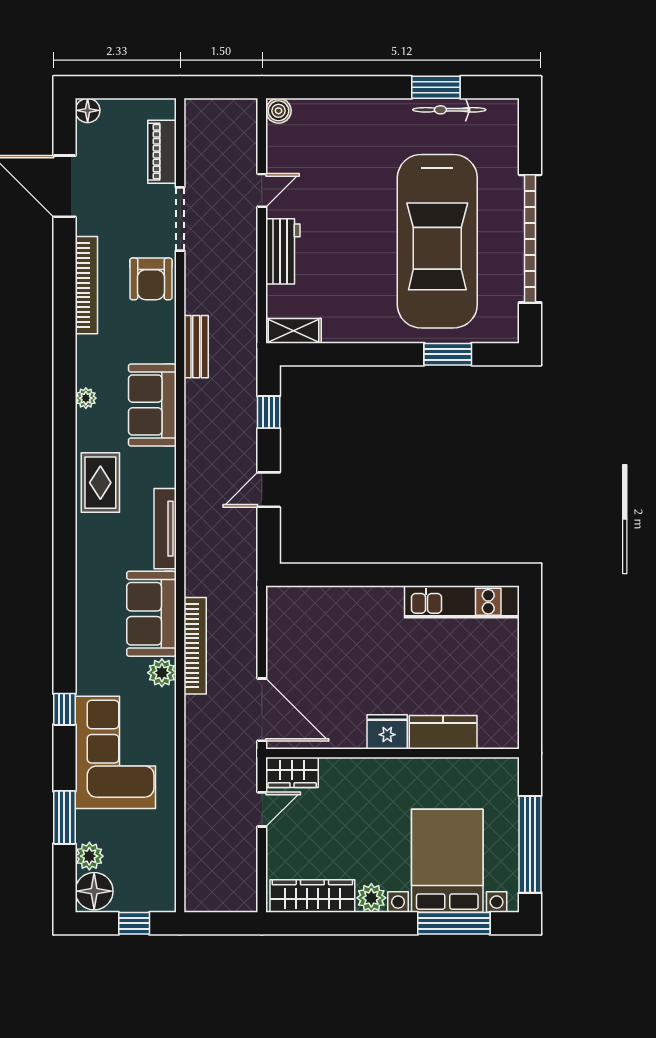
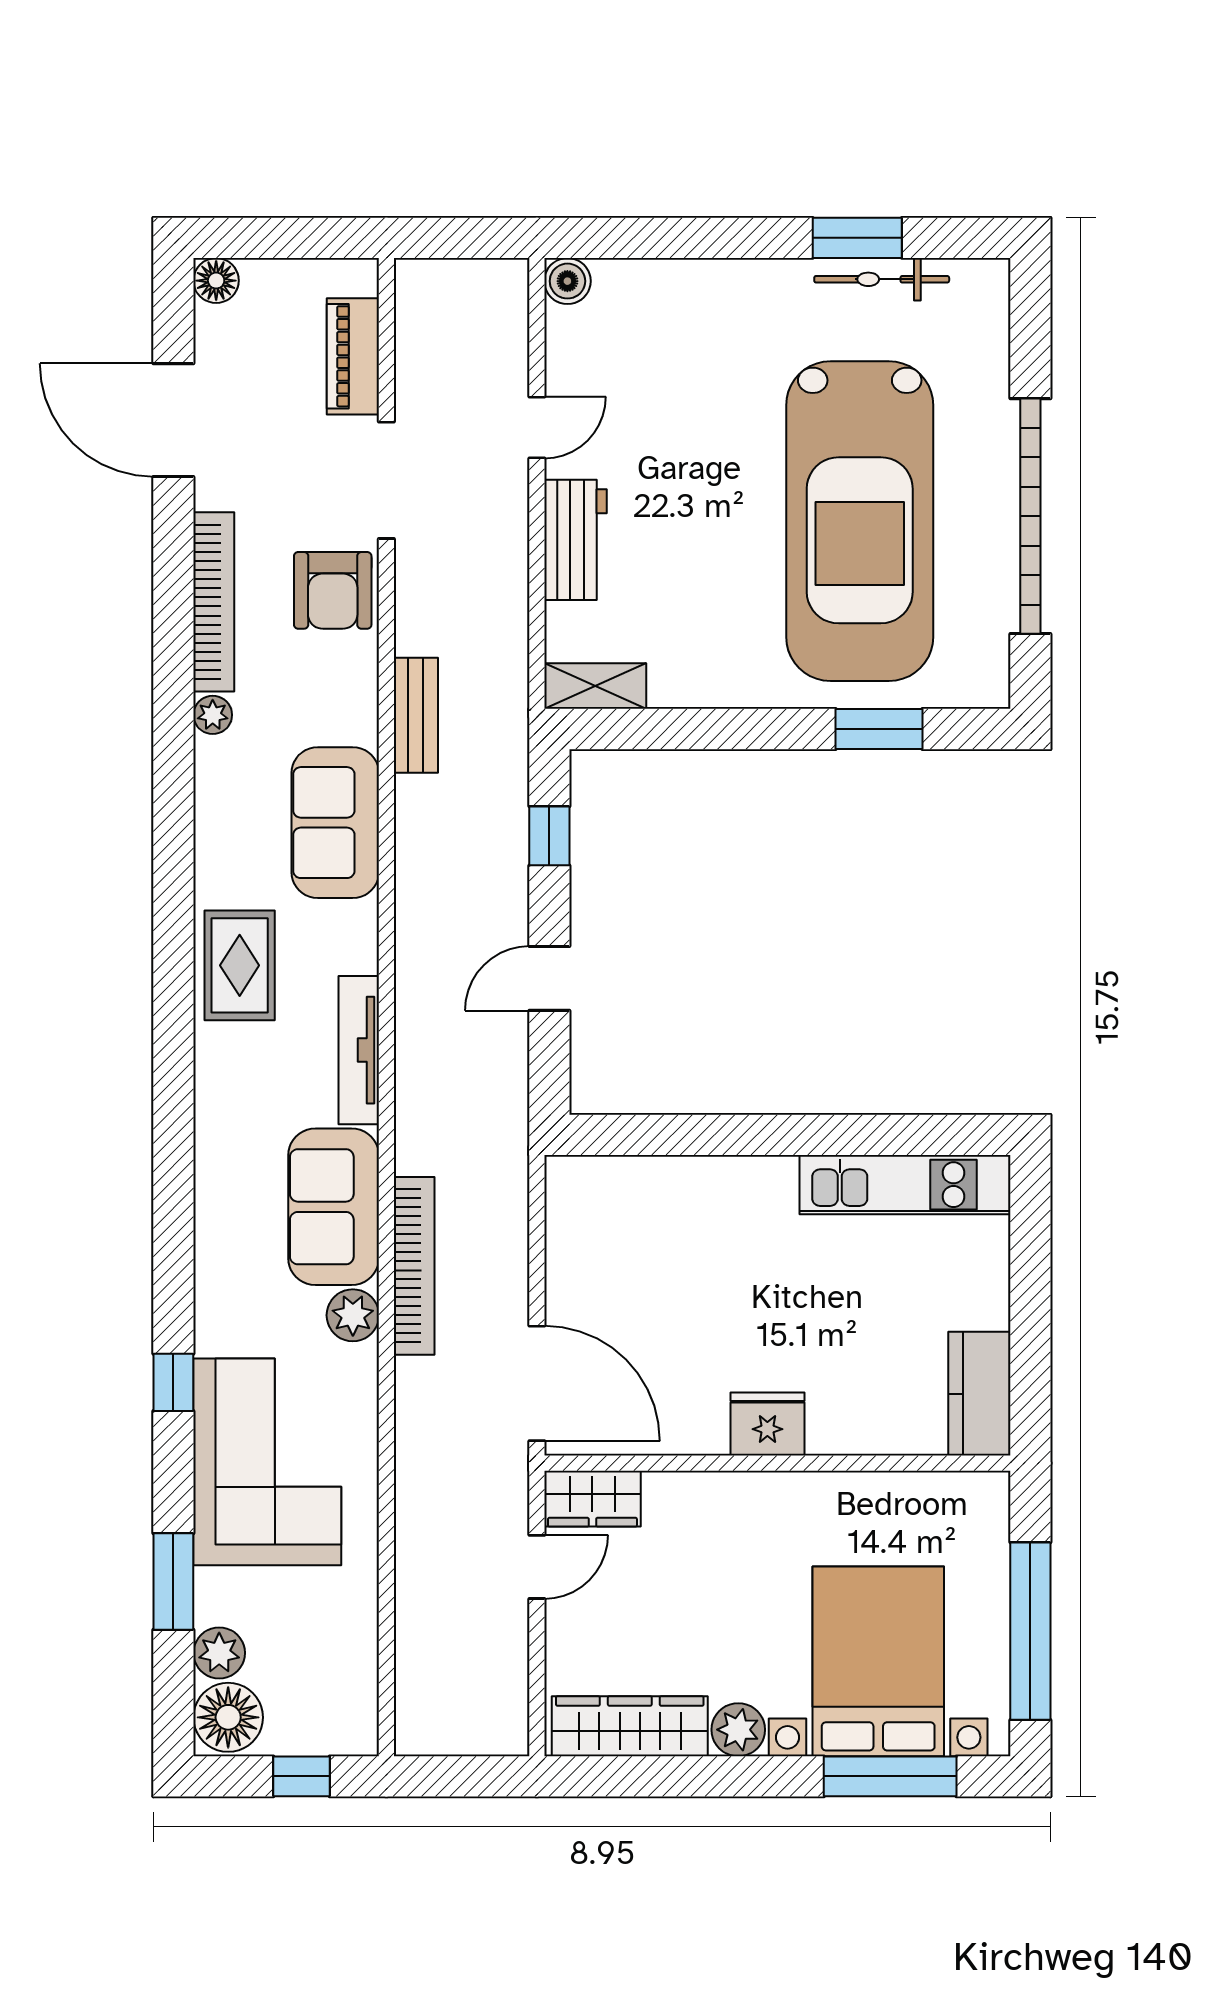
plant: (86, 398) -> (213, 715), moved
kitchen counter: (443, 732) -> (979, 1394), moved, turned -90

